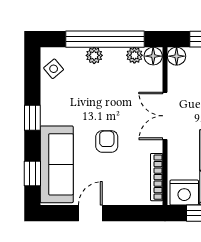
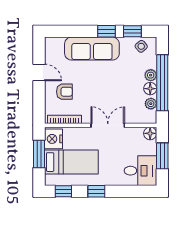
floor lamp: (153, 56) -> (150, 89), moved
armchair: (107, 141) -> (64, 92), moved
sofa: (57, 164) -> (92, 49), moved
window: (32, 173) -> (132, 31), moved

